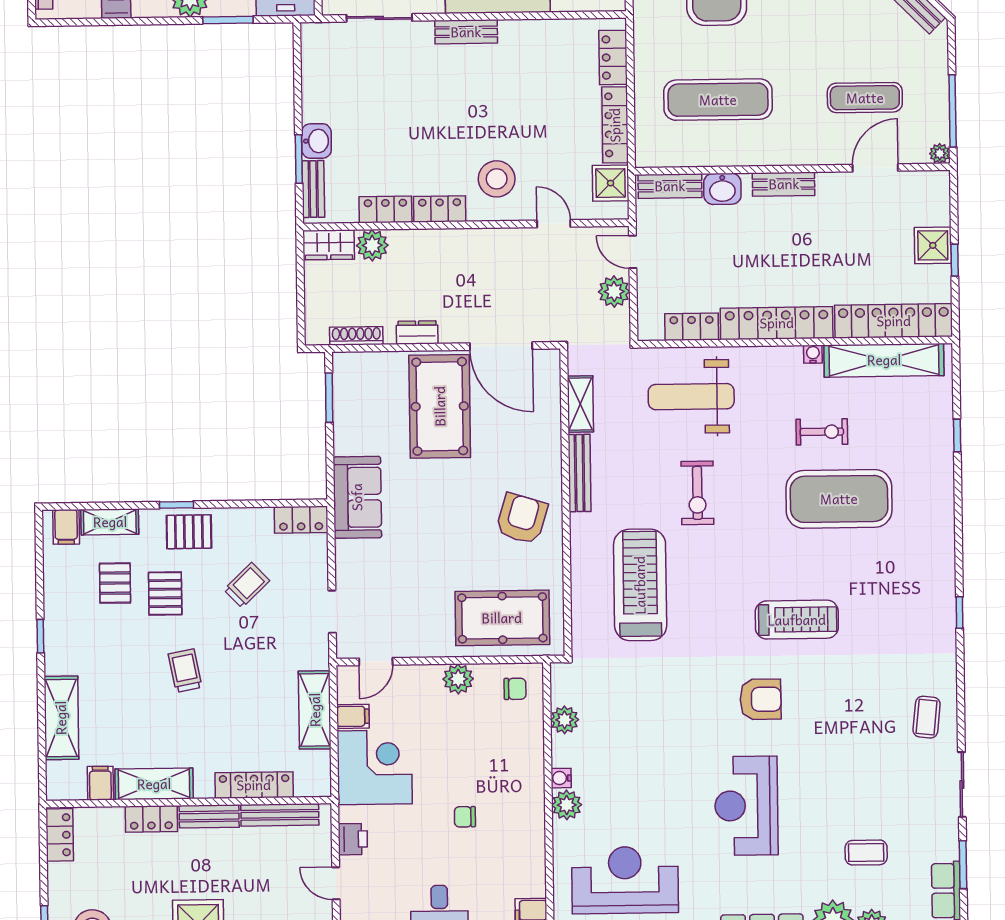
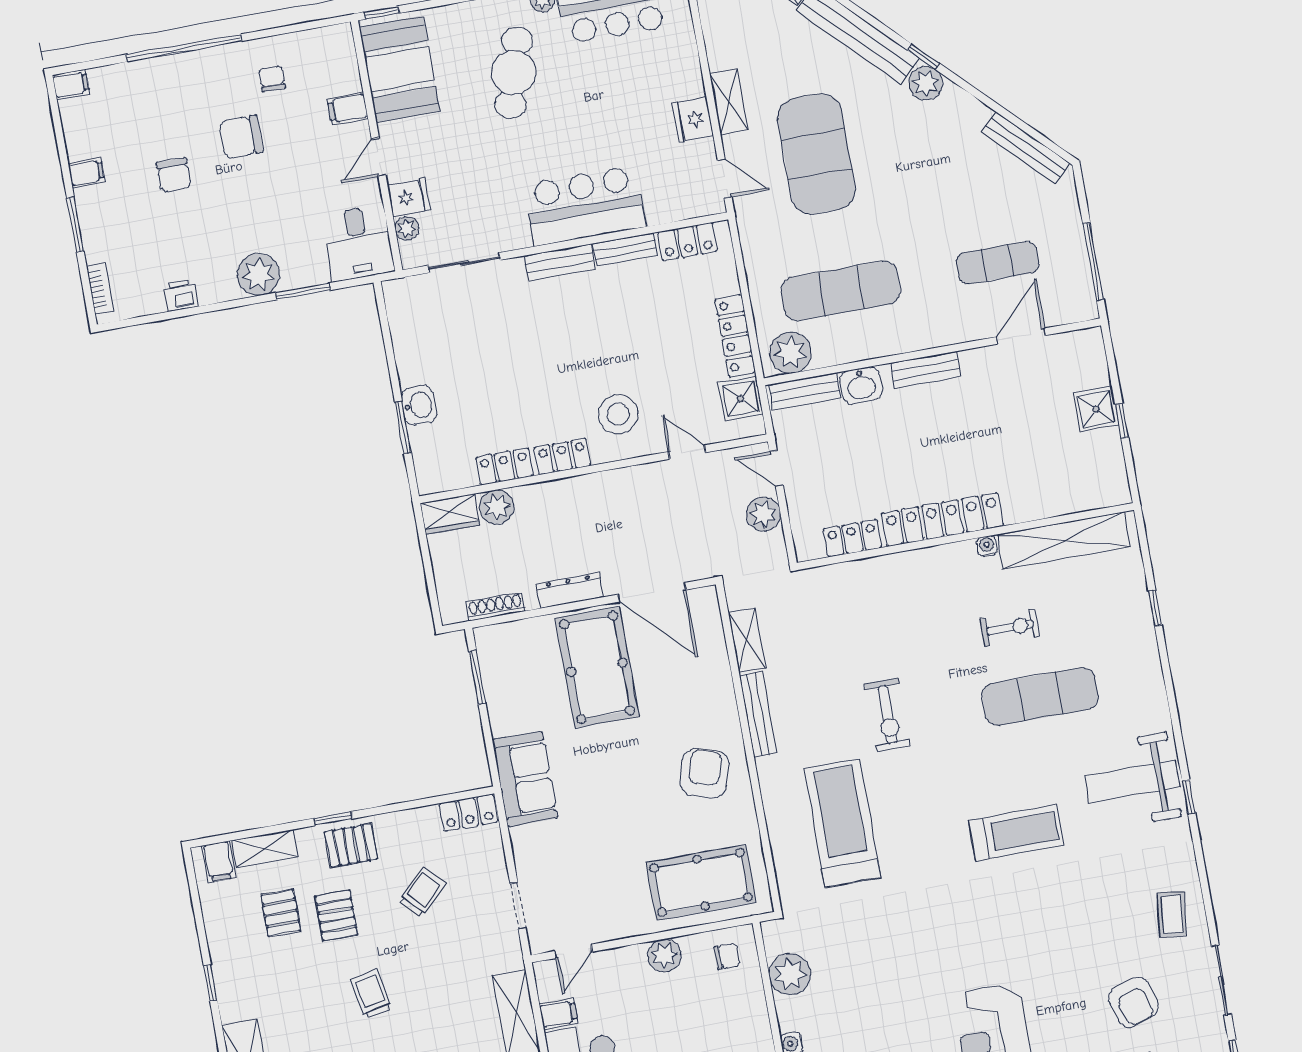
locker: (613, 57) -> (687, 242), moved, turned -90
plant: (940, 153) -> (790, 353), moved, width x1.87, depth x1.87
bench: (313, 189) -> (625, 250), moved, turned 90
locker: (894, 321) -> (1067, 496), removed
dresser: (417, 332) -> (570, 591), width x1.44
weight bench: (691, 397) -> (1132, 781), moved
exercise mat: (839, 499) -> (1040, 696), width x0.68
armchair: (761, 699) -> (1133, 1002), moved, turned 73
plant: (565, 720) -> (790, 974), width x1.36, depth x1.36

